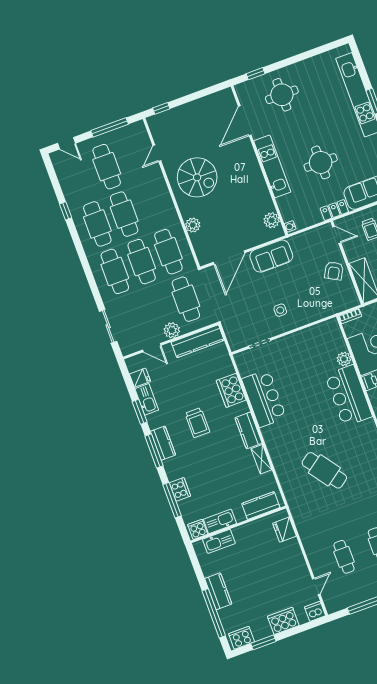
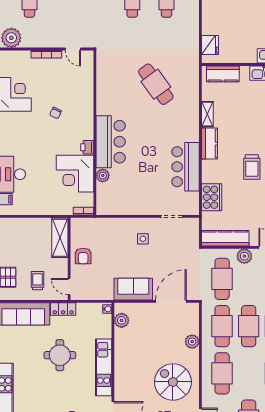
cafe table: (124, 214) -> (222, 373), moved
armchair: (334, 271) -> (83, 256), turned 151
cooker: (231, 390) -> (212, 197), moved
trolley: (197, 423) -> (252, 167), turned 180

